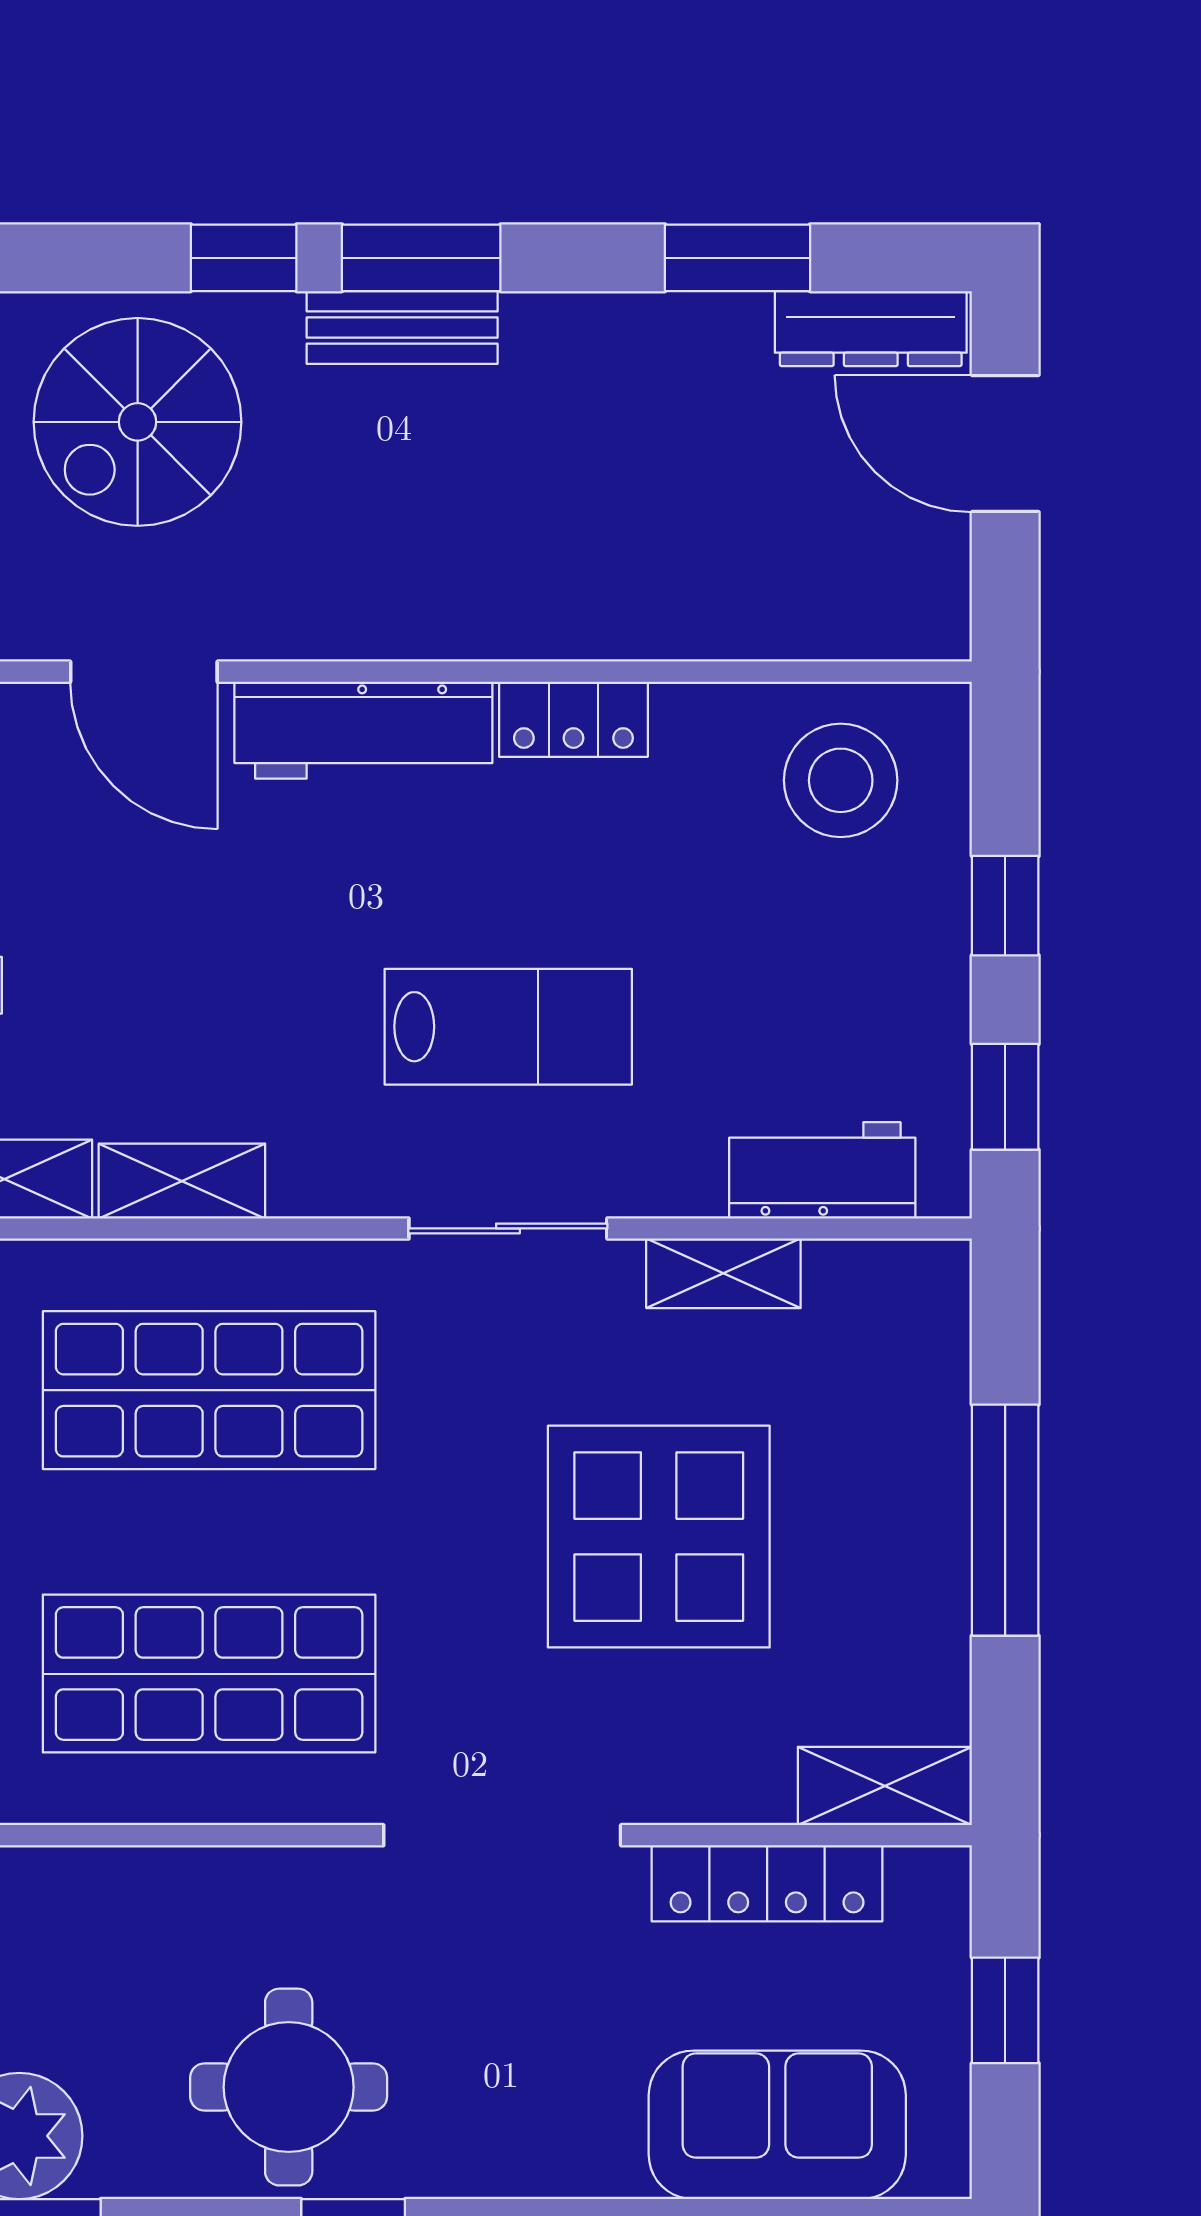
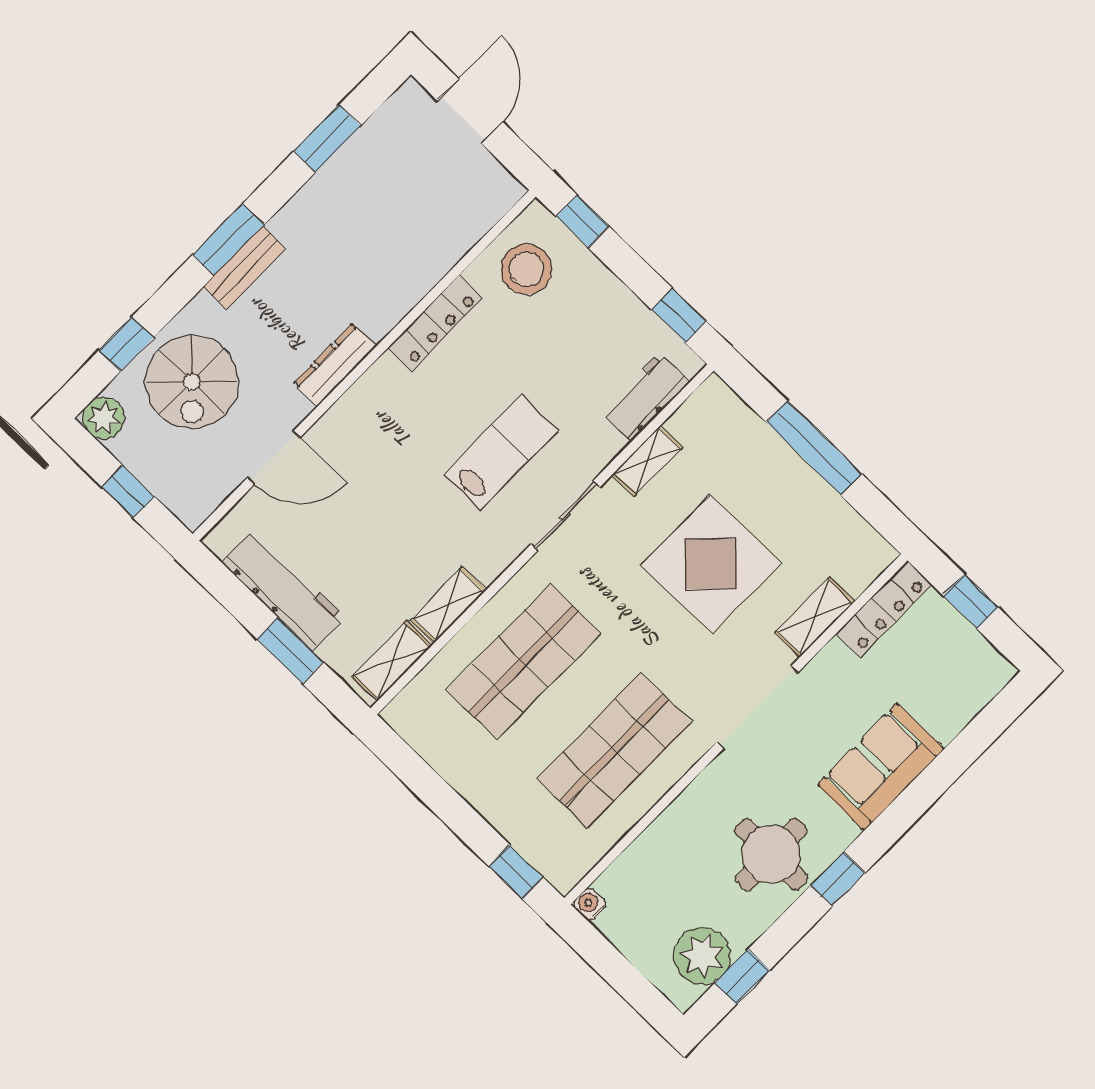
window: (244, 258) -> (126, 344), moved
dresser: (871, 329) -> (335, 365), moved, turned 180
door: (1005, 444) -> (470, 111), swing flipped
locker: (573, 719) -> (435, 323), width x1.53
workbench: (363, 730) -> (361, 406), removed
window: (1005, 906) -> (582, 221), moved
shelving: (885, 1786) -> (815, 617), moved
locker: (767, 1883) -> (884, 609), moved
sofa: (777, 2125) -> (881, 767), moved

